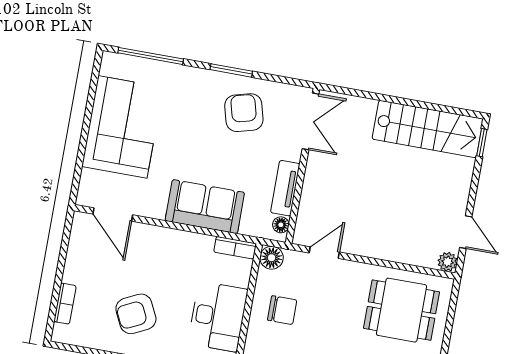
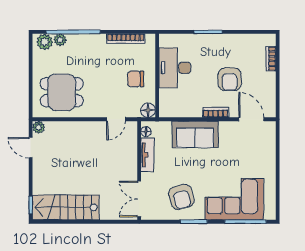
corner sofa: (122, 127) -> (234, 199), moved, turned 90
bookcase: (235, 248) -> (216, 112), moved
armchair: (136, 314) -> (230, 79), moved, turned 116

